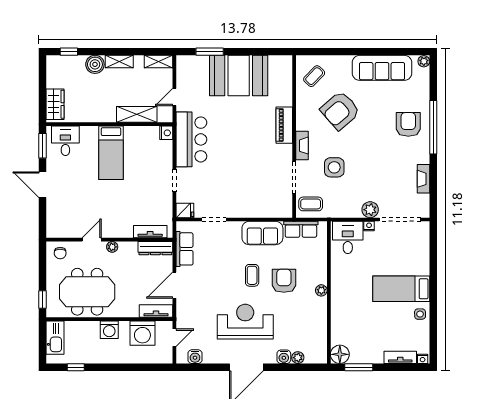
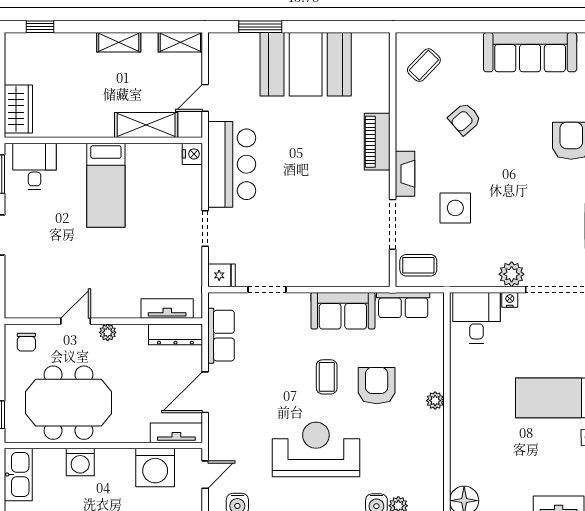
boiler: (95, 64) -> (81, 47), removed
armchair: (340, 110) -> (465, 119), width x0.53, depth x0.53
washing machine: (109, 330) -> (80, 462), moved

